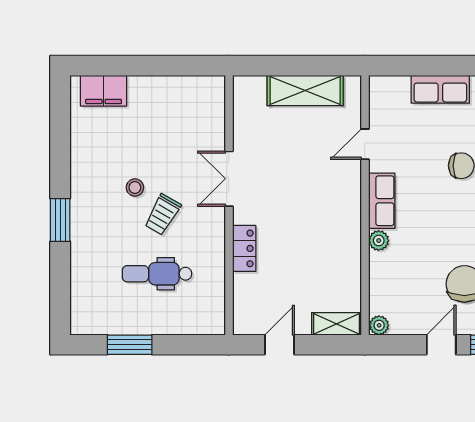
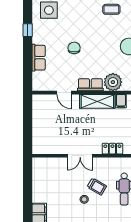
shelving: (305, 91) -> (97, 101), moved, turned 90
plant: (379, 241) -> (113, 82), width x1.88, depth x1.88
filing cabinet: (347, 267) -> (121, 101), added

